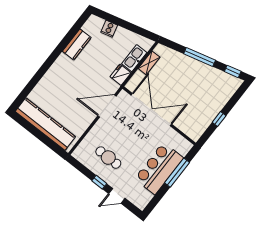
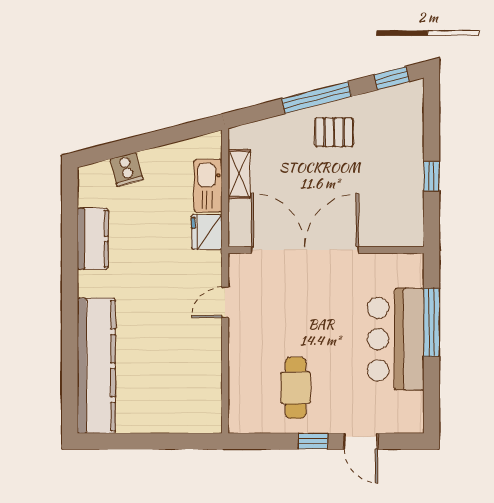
pallet: (196, 75) -> (334, 132), added
door: (107, 106) -> (225, 302), width x0.53
kitchen counter: (45, 124) -> (96, 366), moved, turned 90
cafe table: (108, 158) -> (296, 388), turned 90
door: (117, 196) -> (361, 441), hinge flipped

